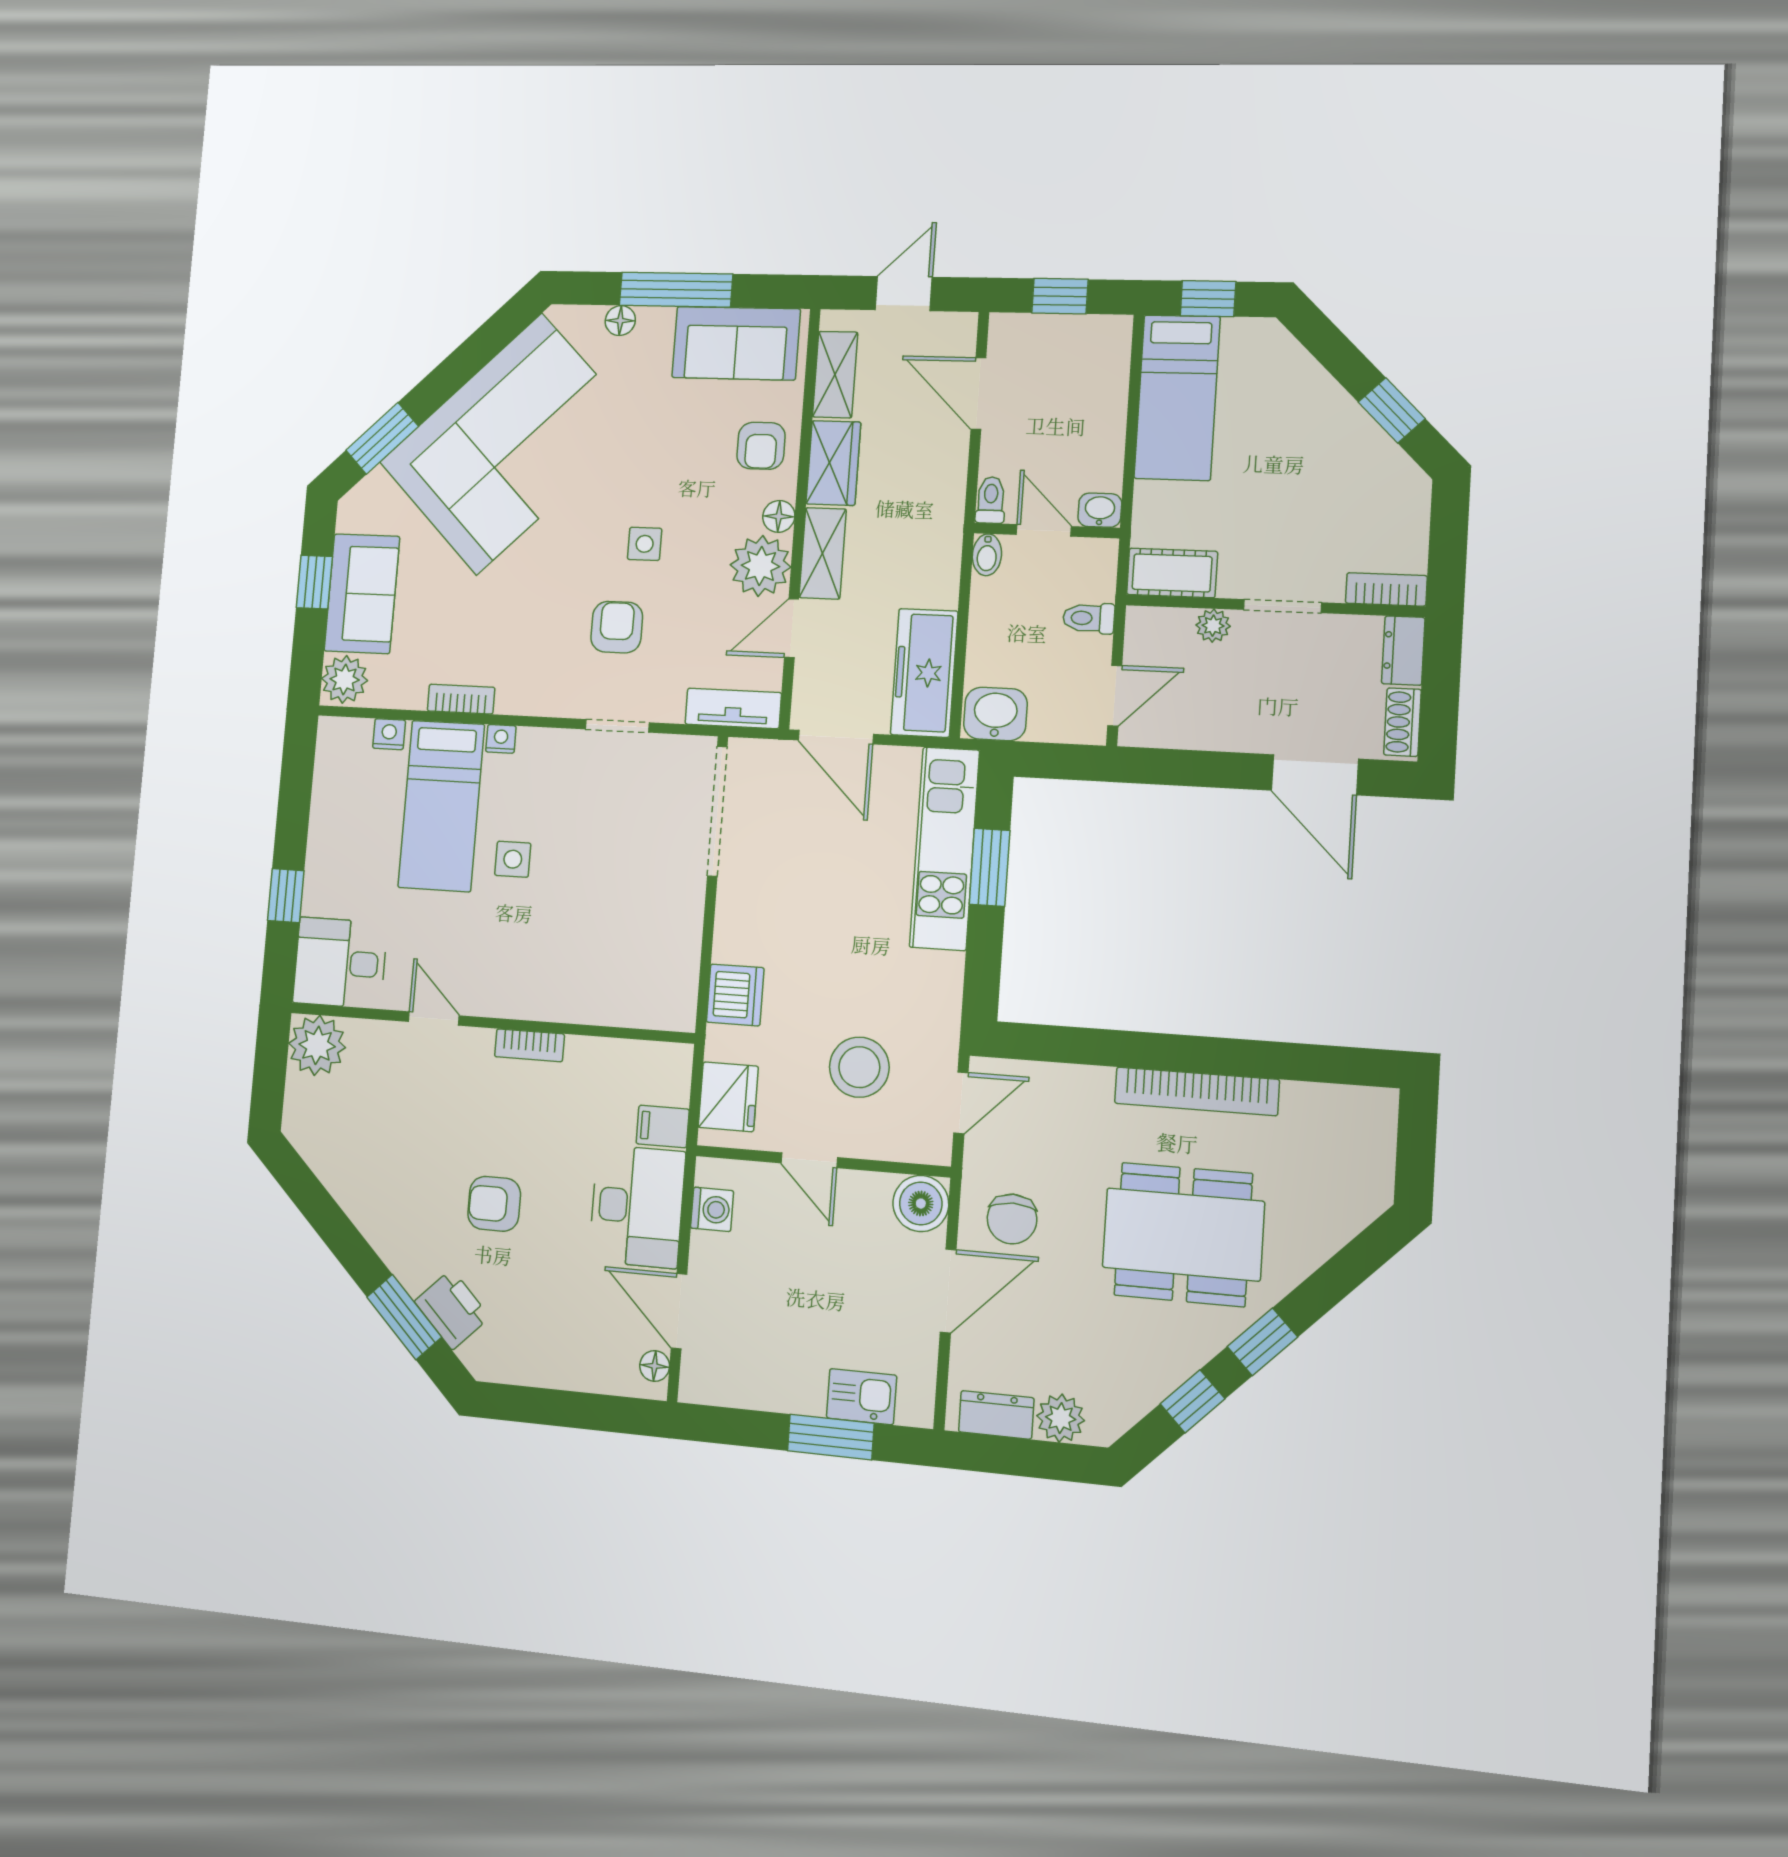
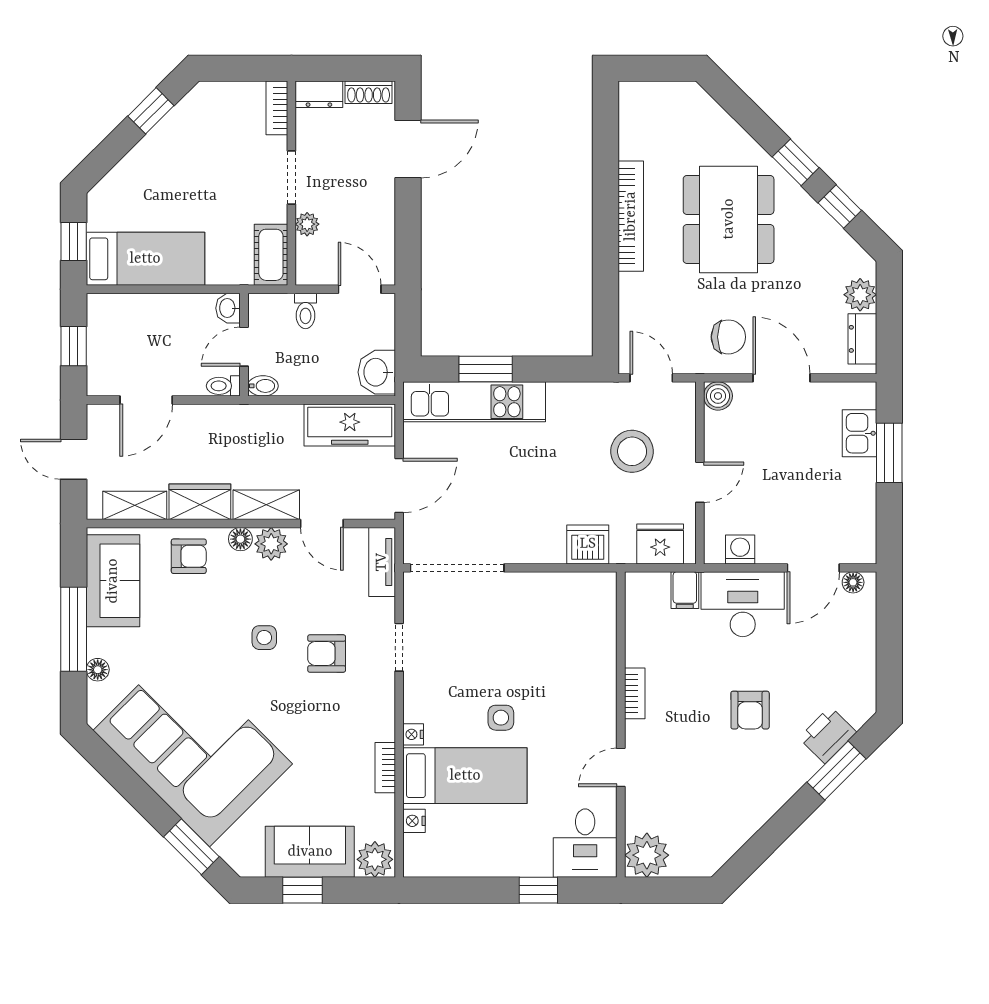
plant: (760, 566) -> (271, 544), width x0.73, depth x0.73
boiler: (921, 1203) -> (718, 396), width x0.73, depth x0.73

